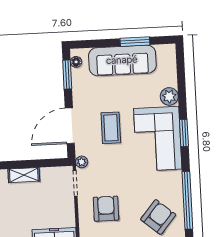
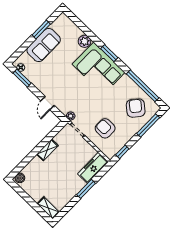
sofa: (122, 60) -> (44, 45), width x0.73
door: (70, 126) -> (48, 103), width x0.53
coffee table: (111, 128) -> (69, 85), removed

